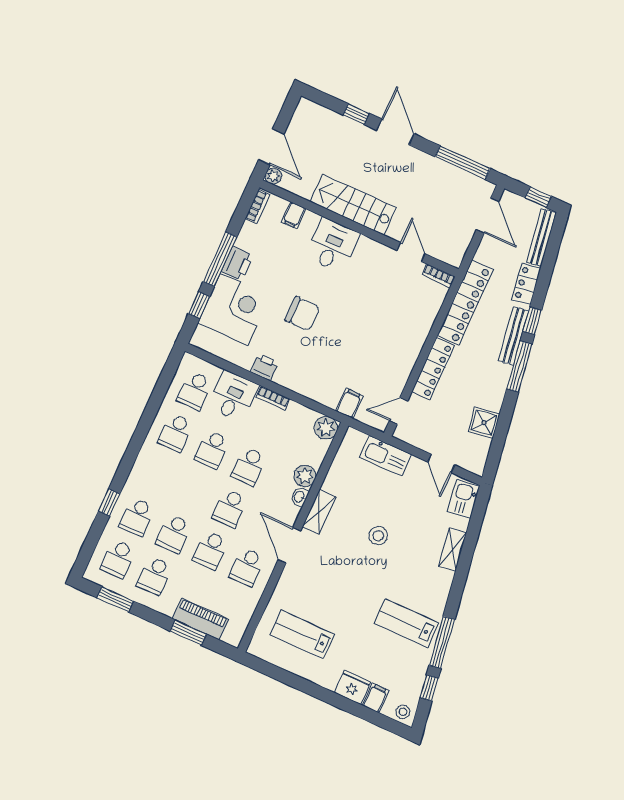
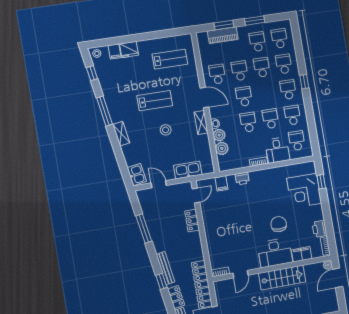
door: (271, 147) -> (338, 278), hinge flipped
filing cabinet: (294, 215) -> (302, 254), width x2.00
desk: (332, 245) -> (275, 253), width x1.37
door: (411, 252) -> (240, 274), hinge flipped
window: (220, 259) -> (326, 210), removed
printer: (237, 263) -> (320, 229), moved
locker: (465, 303) -> (202, 284), moved
chair: (302, 314) -> (279, 224), moved, turned 90
printer: (264, 367) -> (242, 178), moved
window: (519, 367) -> (144, 229), moved
locker: (433, 369) -> (192, 221), width x0.66
shower: (484, 423) -> (152, 217), removed
plant: (326, 428) -> (222, 148), moved
school desk: (156, 475) -> (288, 90), added
window: (109, 502) -> (304, 82), moved
shelving: (452, 550) -> (121, 134), moved
window: (115, 599) -> (255, 21), moved
lab bench: (406, 623) -> (155, 101), moved
window: (442, 642) -> (105, 111), moved

